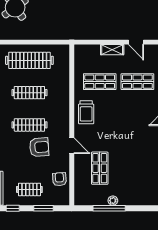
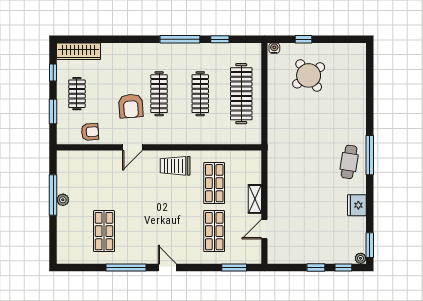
shop shelf: (100, 168) -> (104, 231), moved, turned 90

